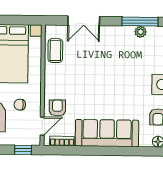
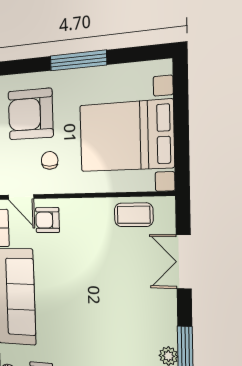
armchair: (57, 108) -> (47, 220), turned 180

